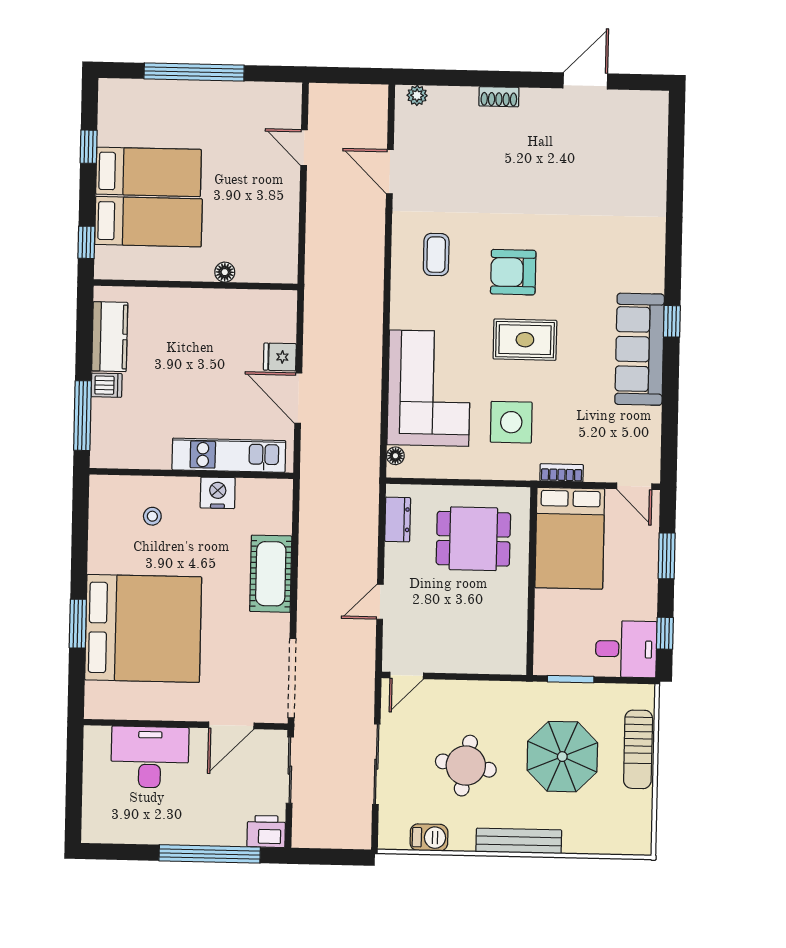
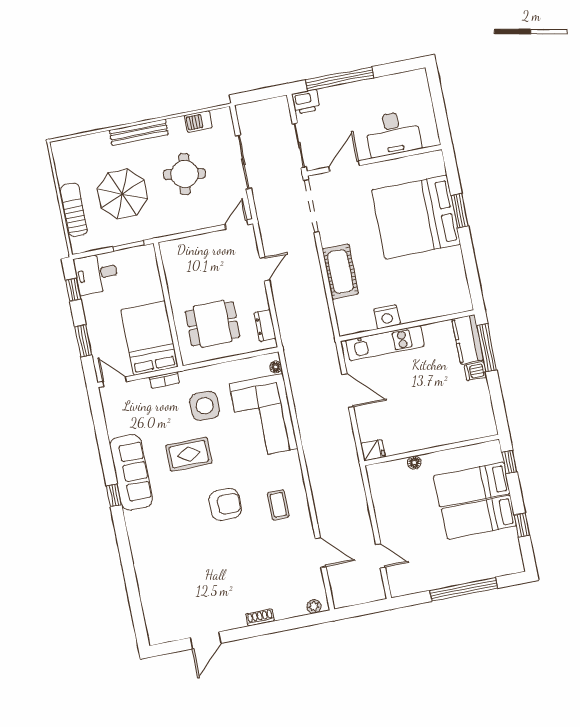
kitchen counter: (110, 337) -> (468, 339), moved
rug: (525, 340) -> (189, 454), moved
fridge: (280, 357) -> (373, 450), moved
stool: (152, 516) -> (426, 292), removed

